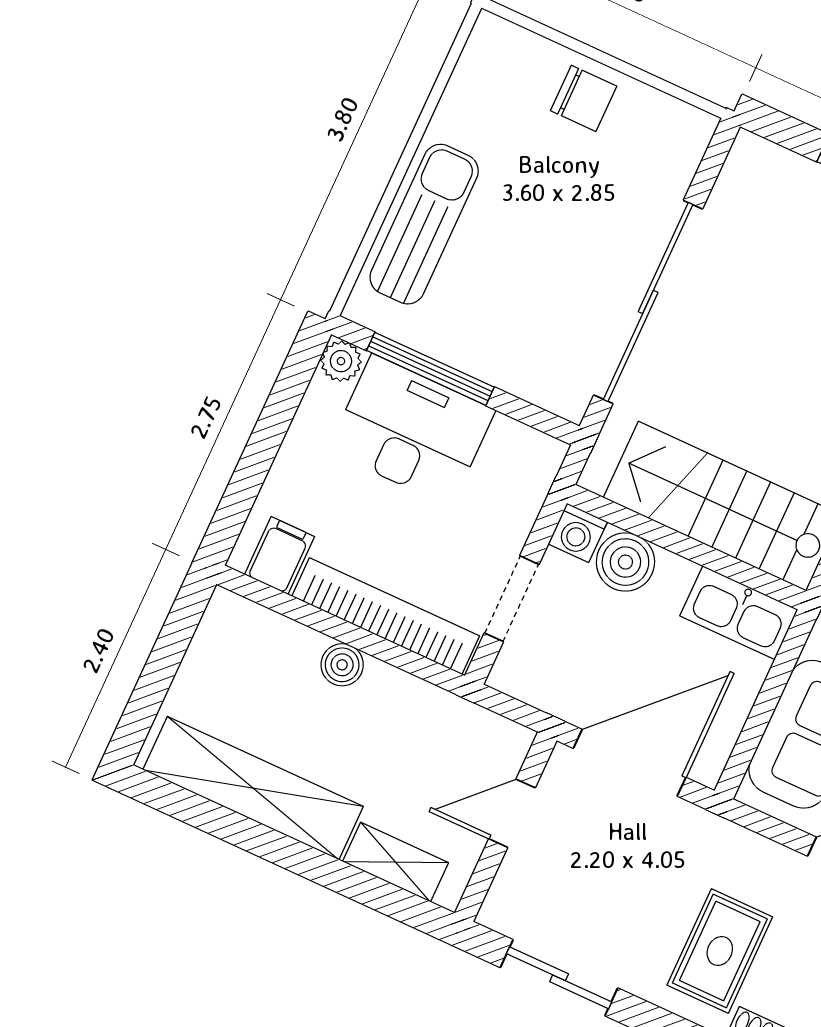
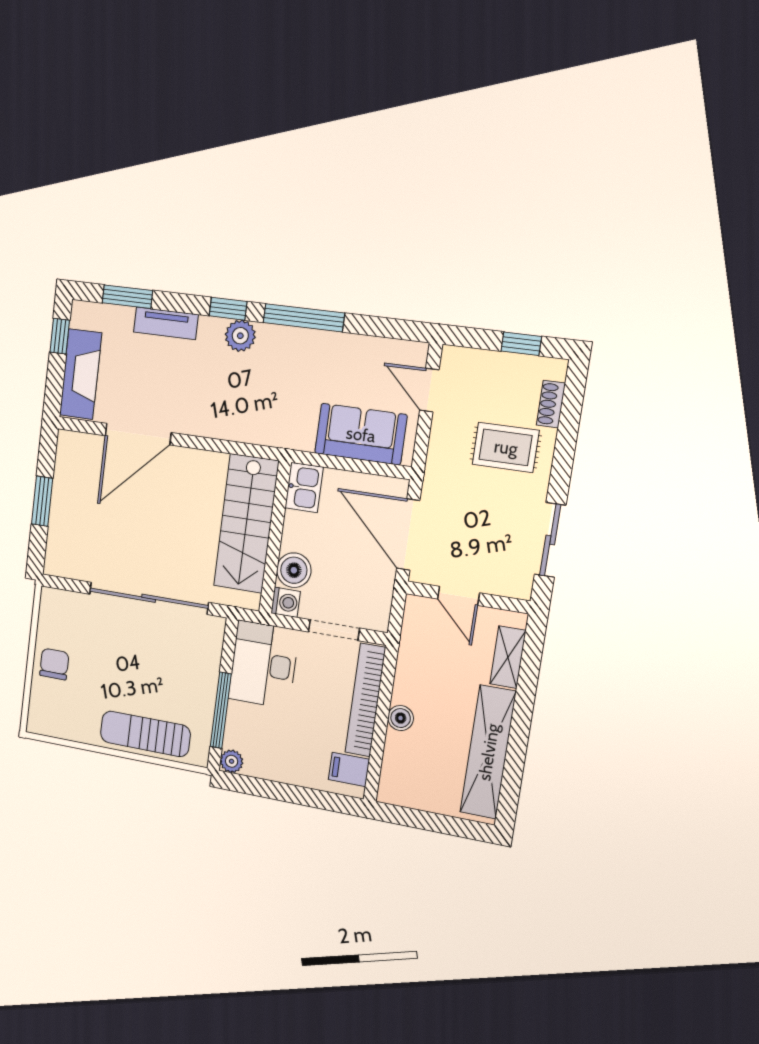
desk: (411, 430) -> (264, 665), moved
kitchen sink: (739, 613) -> (304, 487), width x0.73

